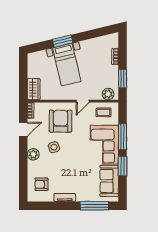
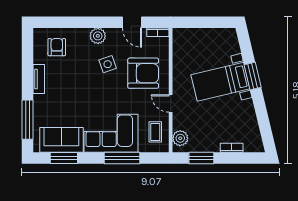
wardrobe: (34, 89) -> (187, 36), removed
window: (123, 166) -> (64, 158), moved

